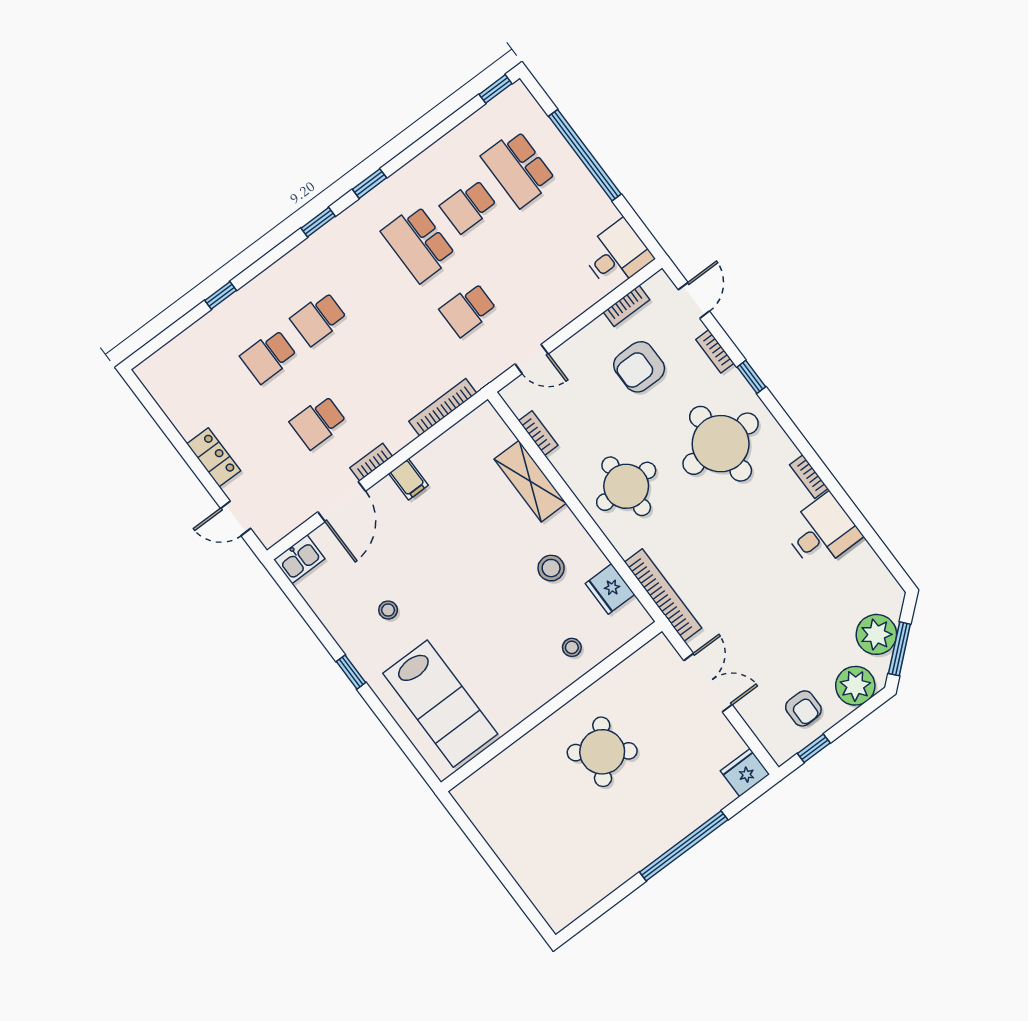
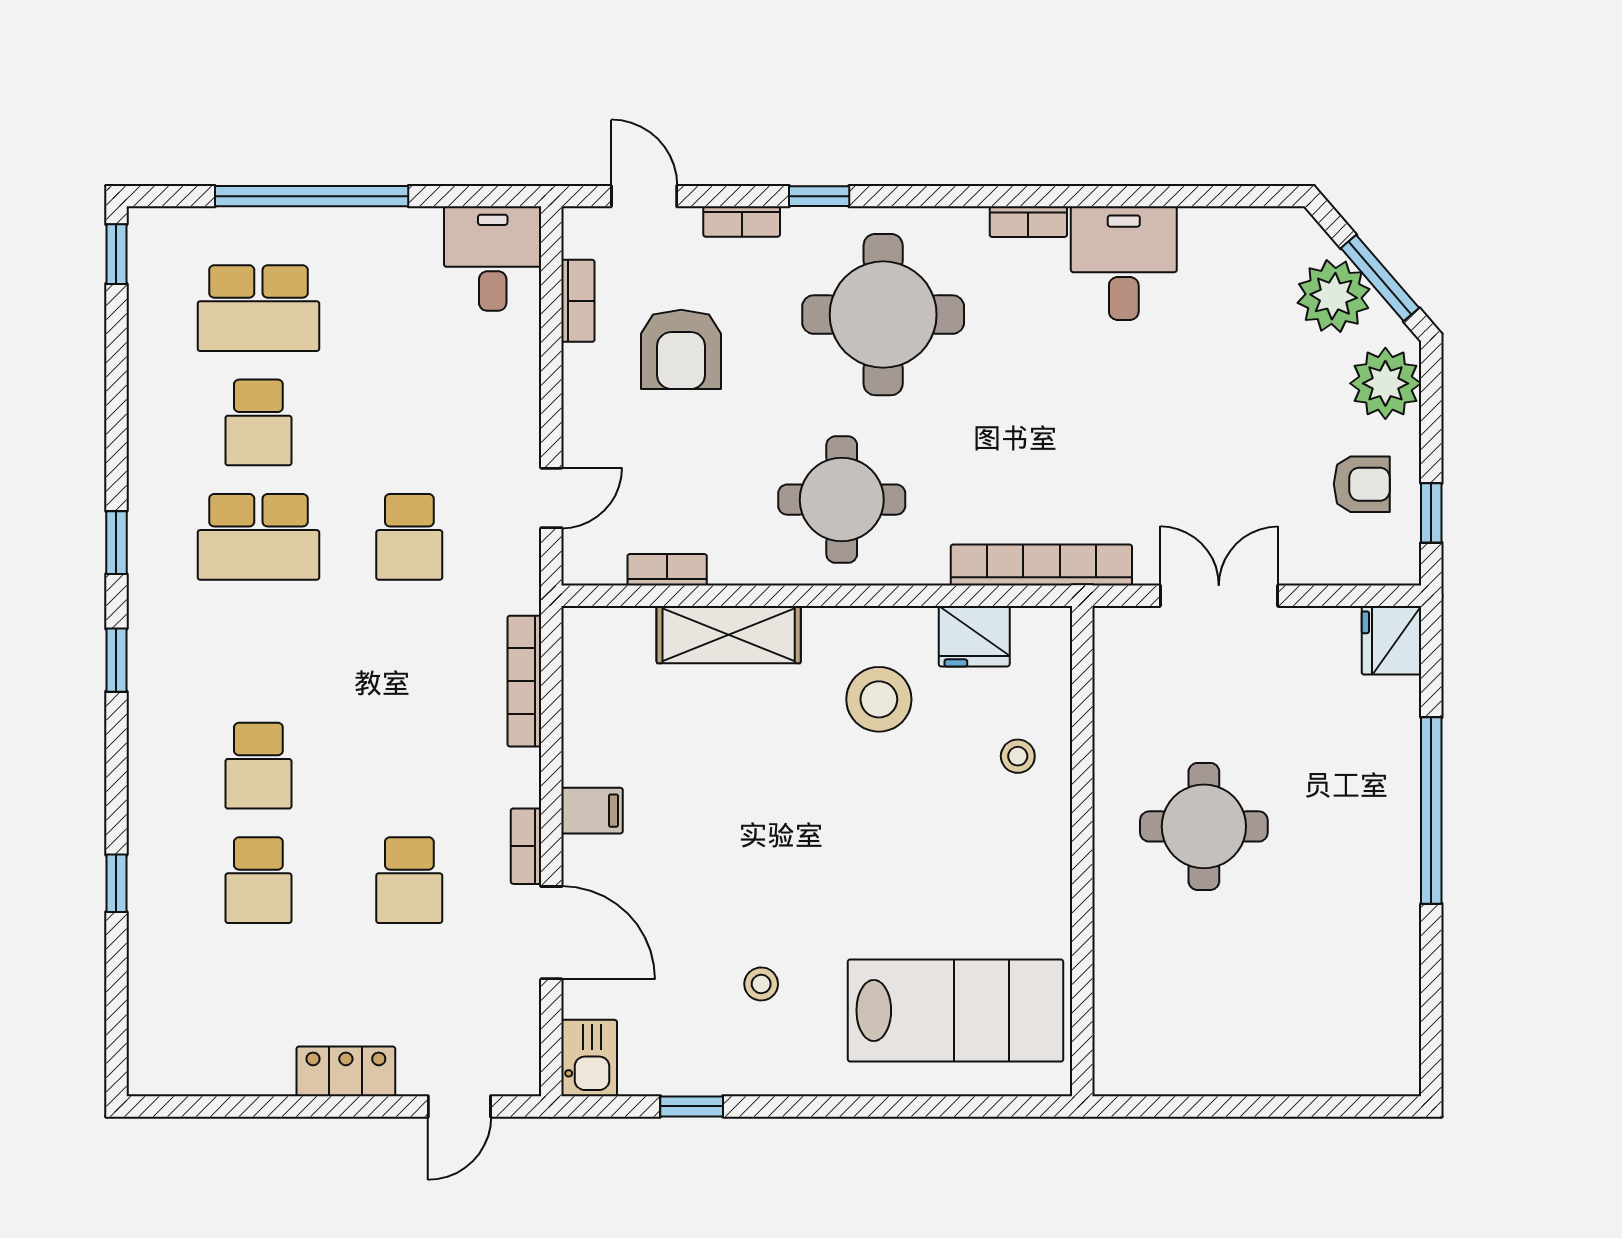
stool: (551, 568) -> (879, 699), width x1.38, depth x1.38
window: (351, 672) -> (692, 1106), moved
round table: (602, 752) -> (1204, 826), turned -35

